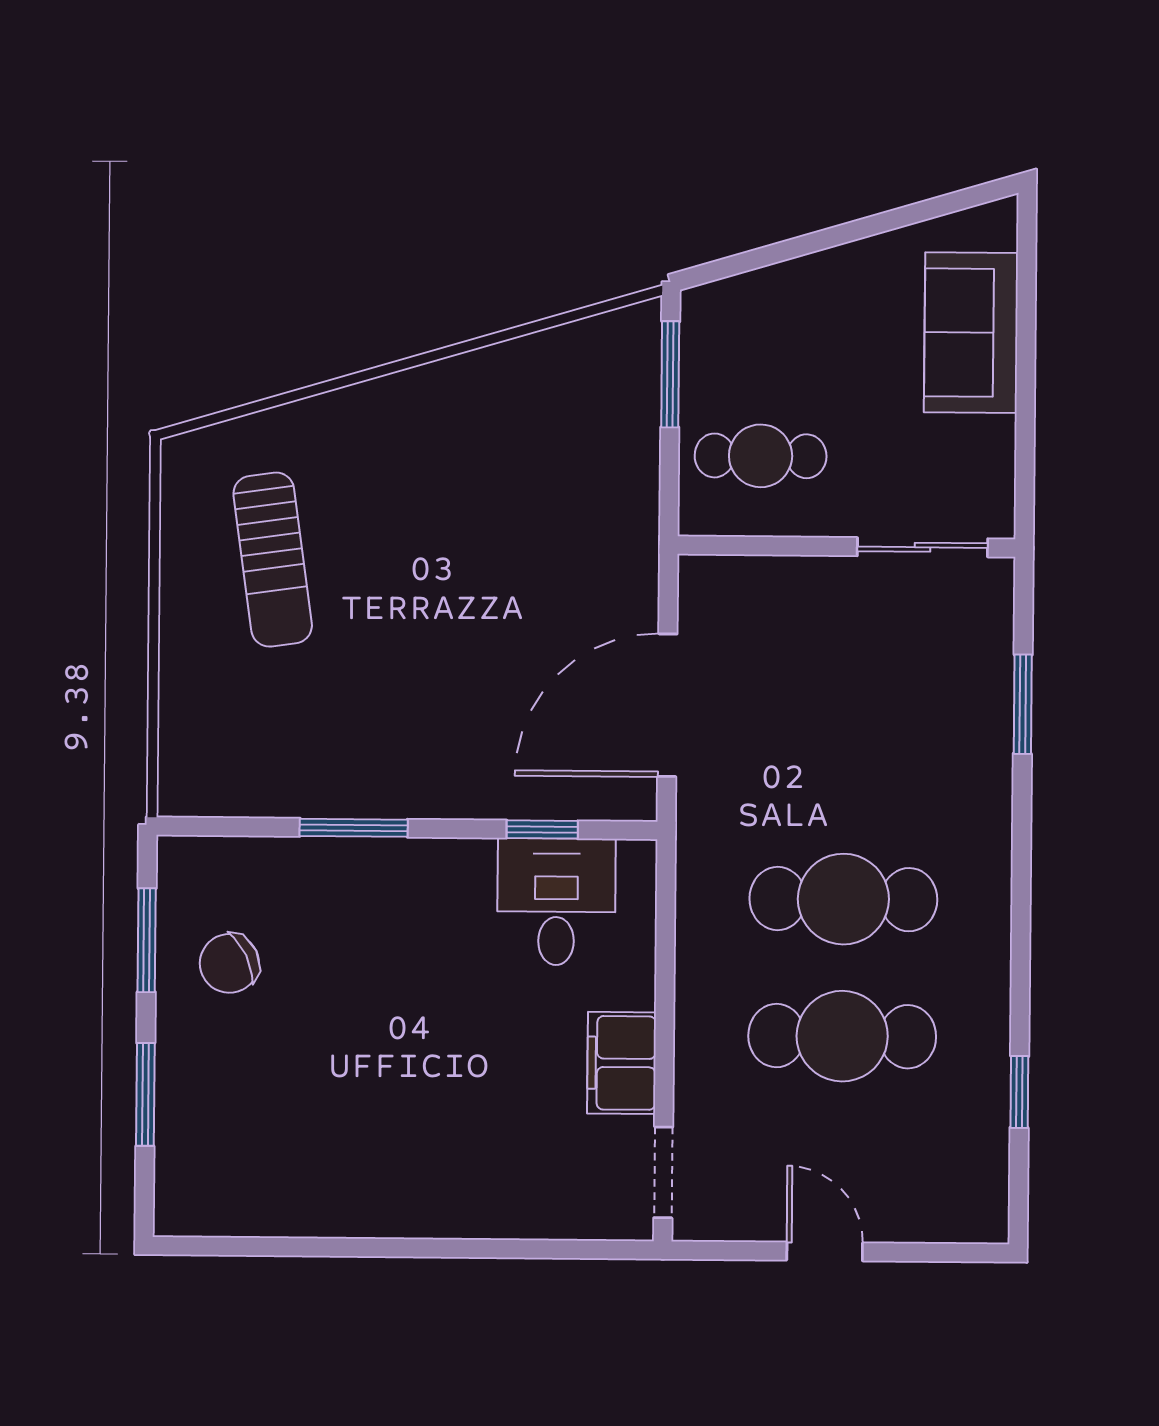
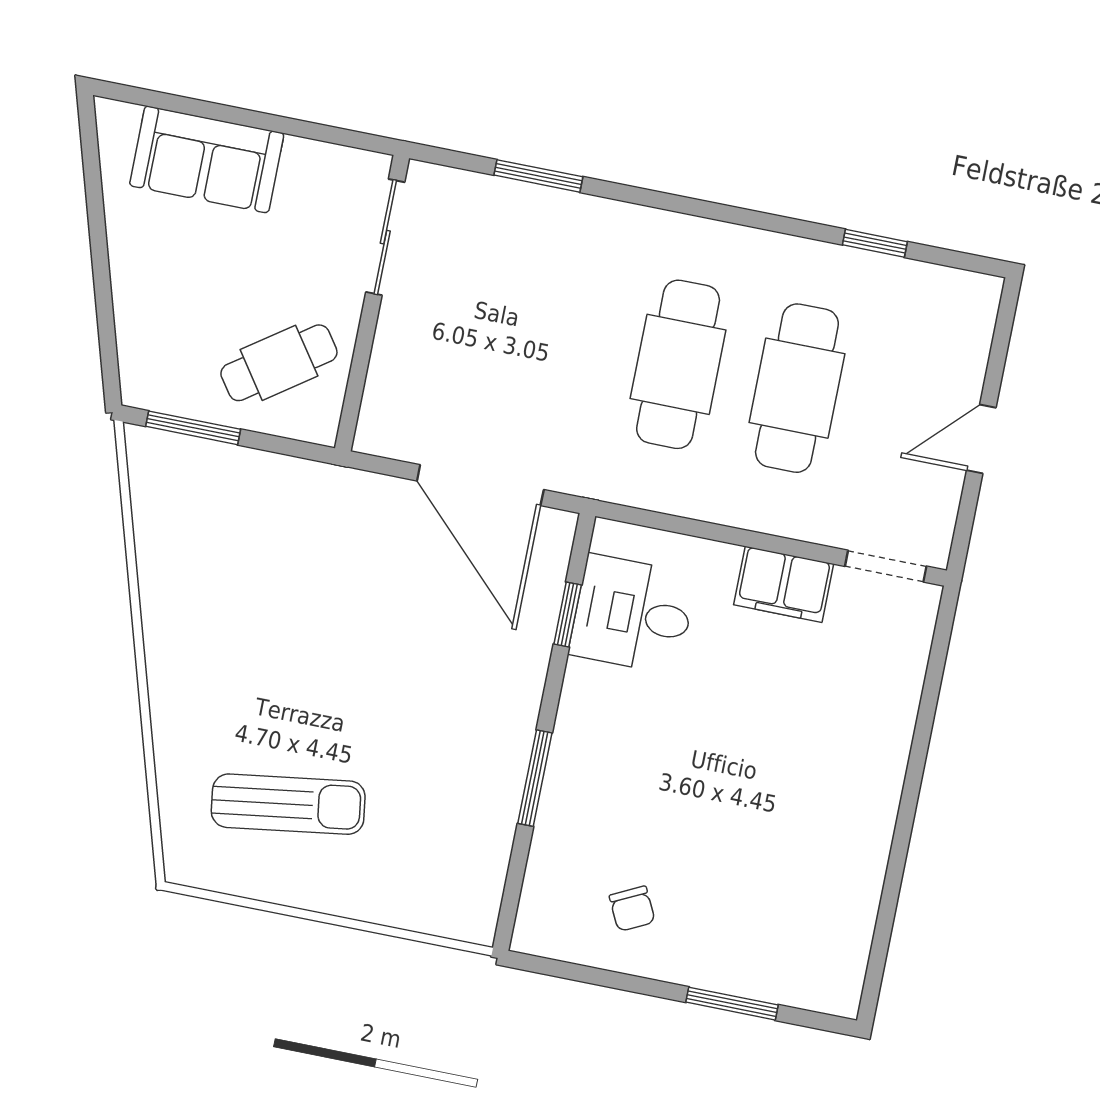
cafe table: (761, 456) -> (279, 363), turned 55
window: (147, 940) -> (598, 977), removed
chair: (229, 963) -> (632, 909), width x0.73, depth x0.73

